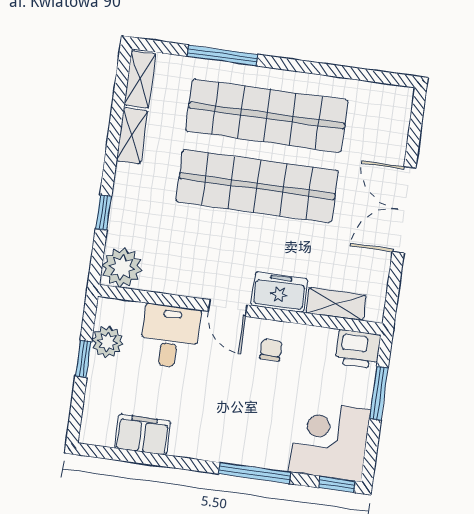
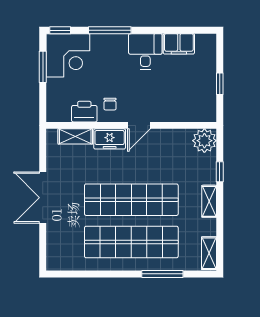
shelving: (132, 136) -> (209, 201), moved
double door: (404, 210) -> (43, 198), swing flipped
door: (228, 308) -> (139, 125), swing flipped
desk: (170, 336) -> (145, 51), moved, turned 180
plant: (108, 342) -> (207, 96), removed
printer: (358, 349) -> (84, 112), moved
window: (379, 393) -> (43, 67), moved

